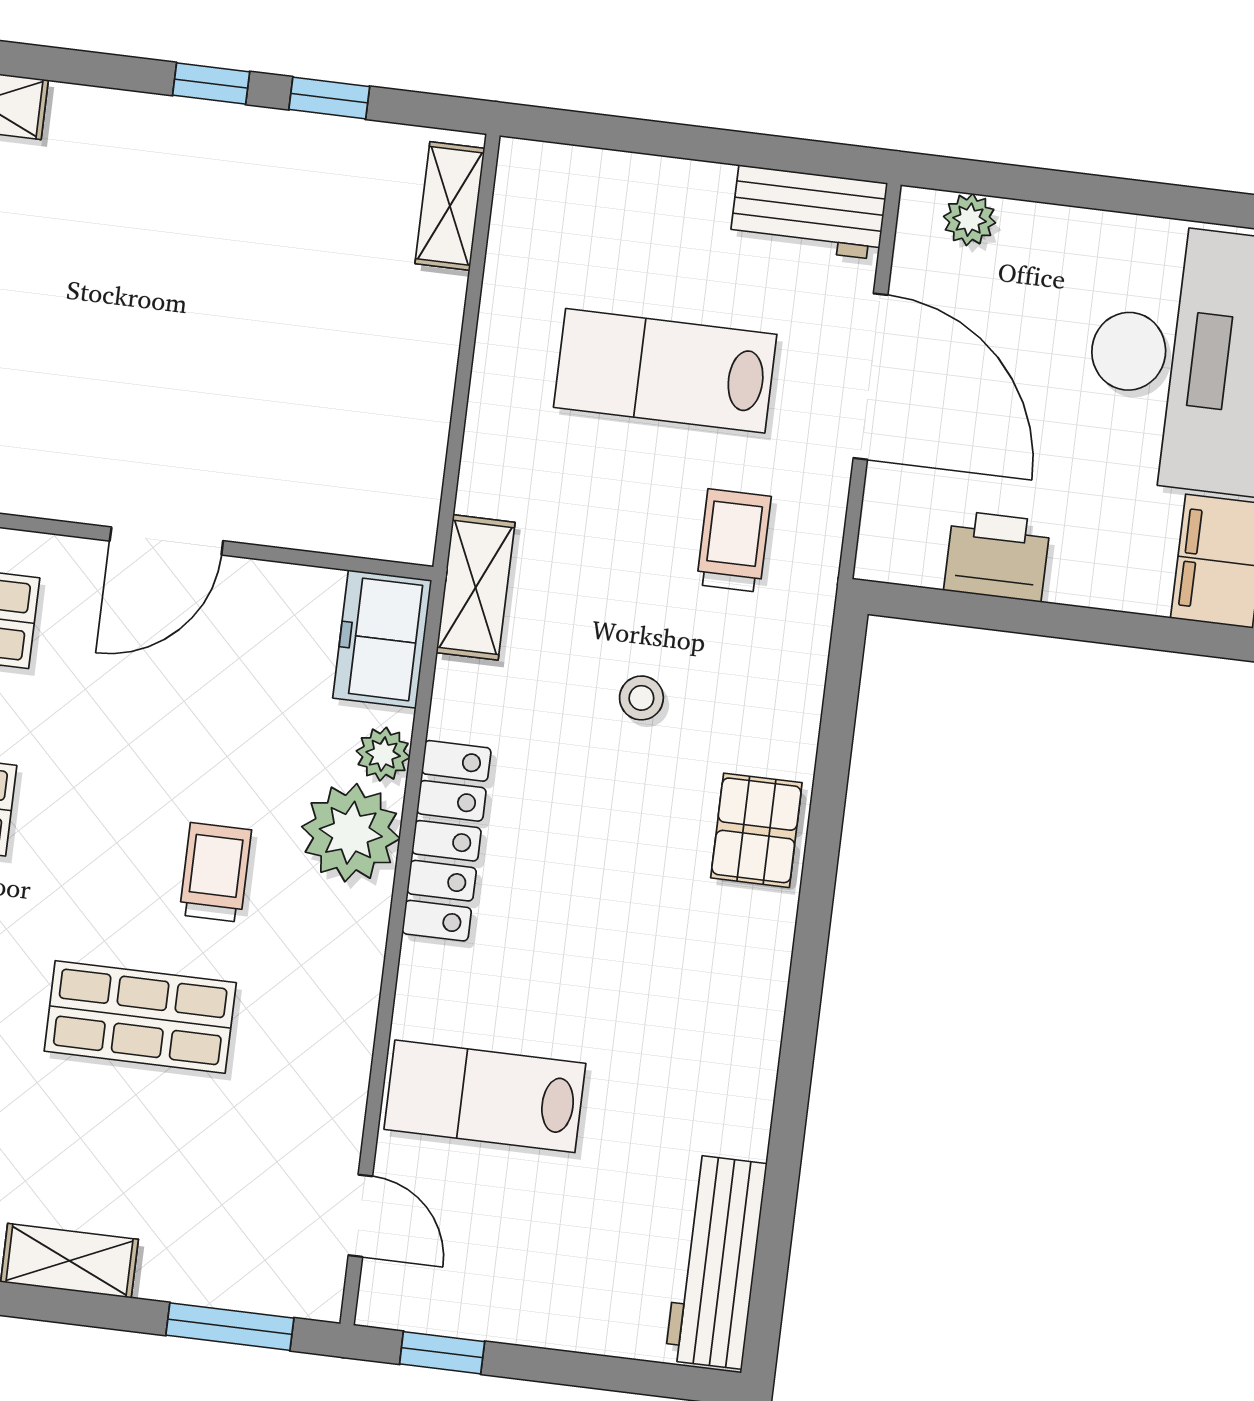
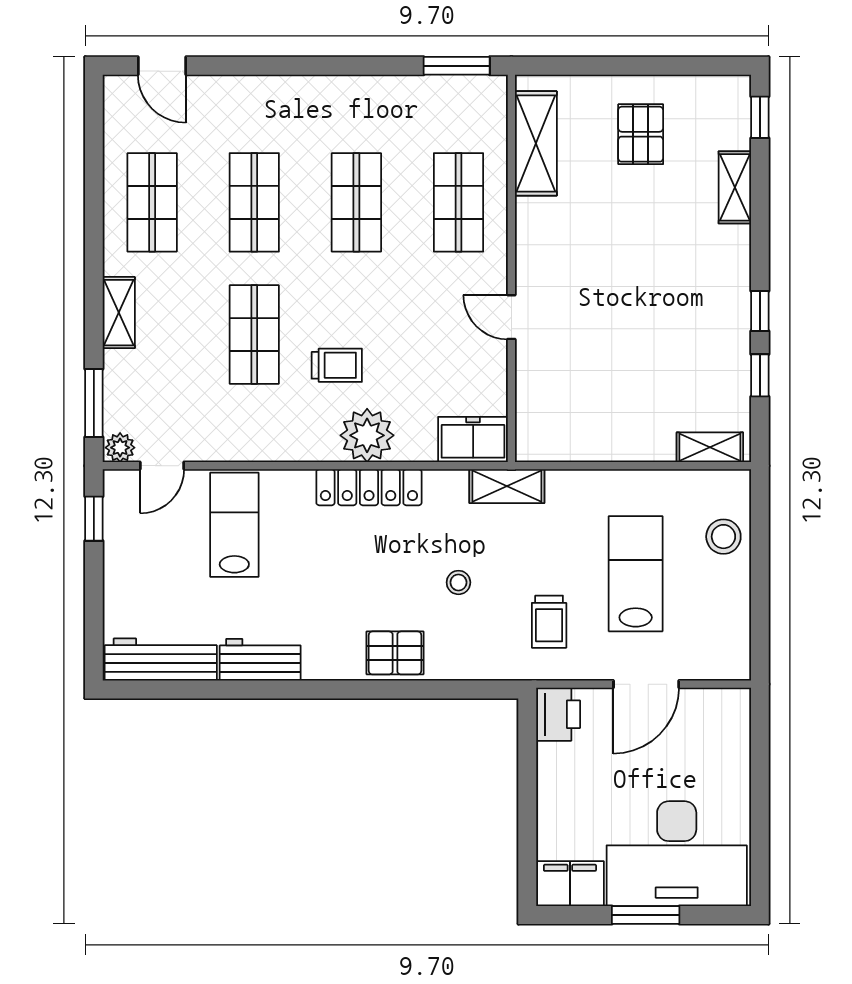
stool: (617, 201) -> (723, 537), added
workbench: (808, 212) -> (260, 660), moved, turned 90
plant: (970, 220) -> (737, 727), removed
door: (870, 377) -> (646, 684), width x0.73
trolley: (734, 540) -> (549, 622), turned 90
door: (166, 541) -> (511, 317), width x0.73
printer: (997, 556) -> (558, 714), moved
plant: (383, 754) -> (120, 448), moved

